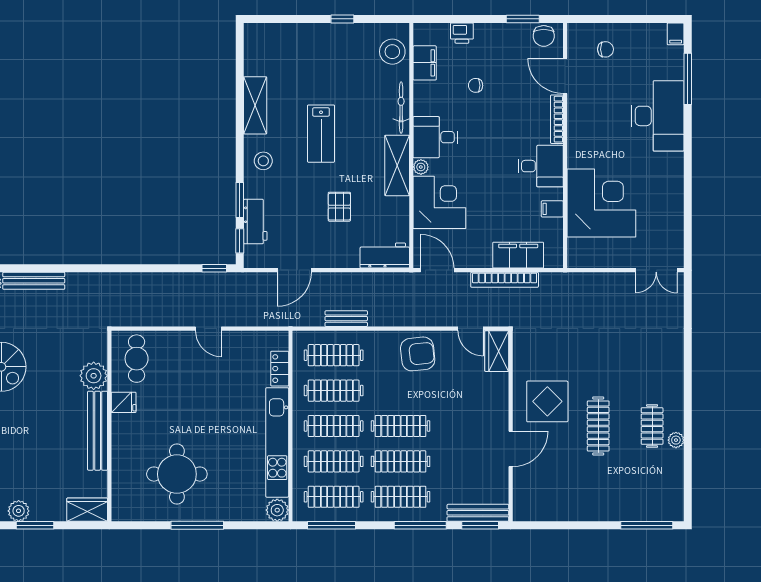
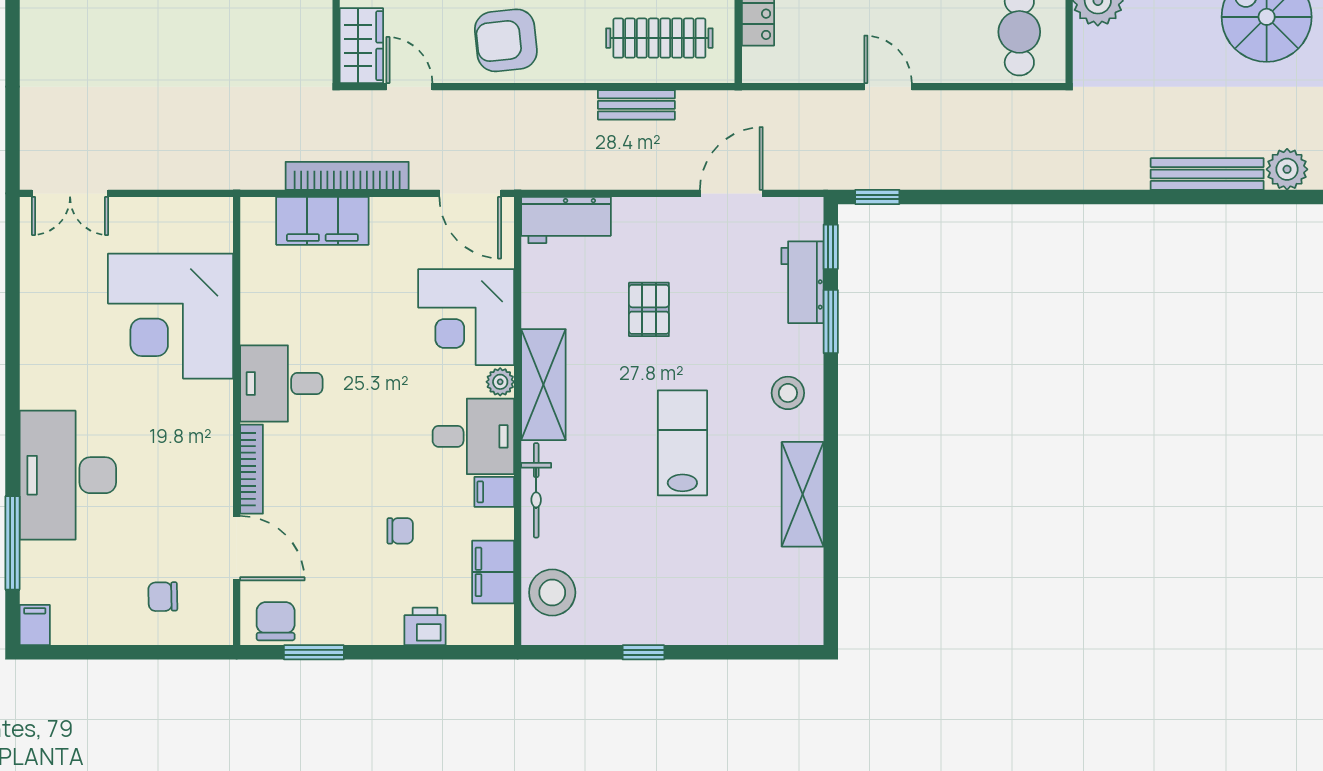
filing cabinet: (552, 209) -> (494, 492), moved, turned 180
double door: (656, 270) -> (70, 193), swing flipped

